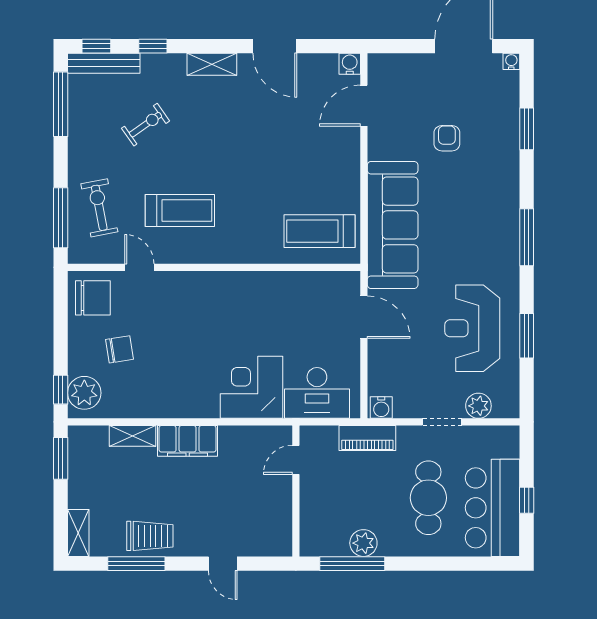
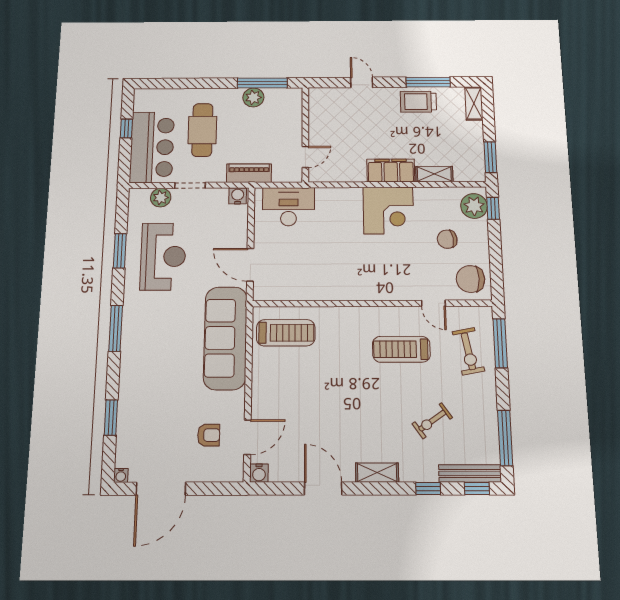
armchair: (447, 138) -> (209, 435), moved, turned -90
corner desk: (252, 387) -> (388, 210), moved
bar counter: (492, 508) -> (152, 147), moved

